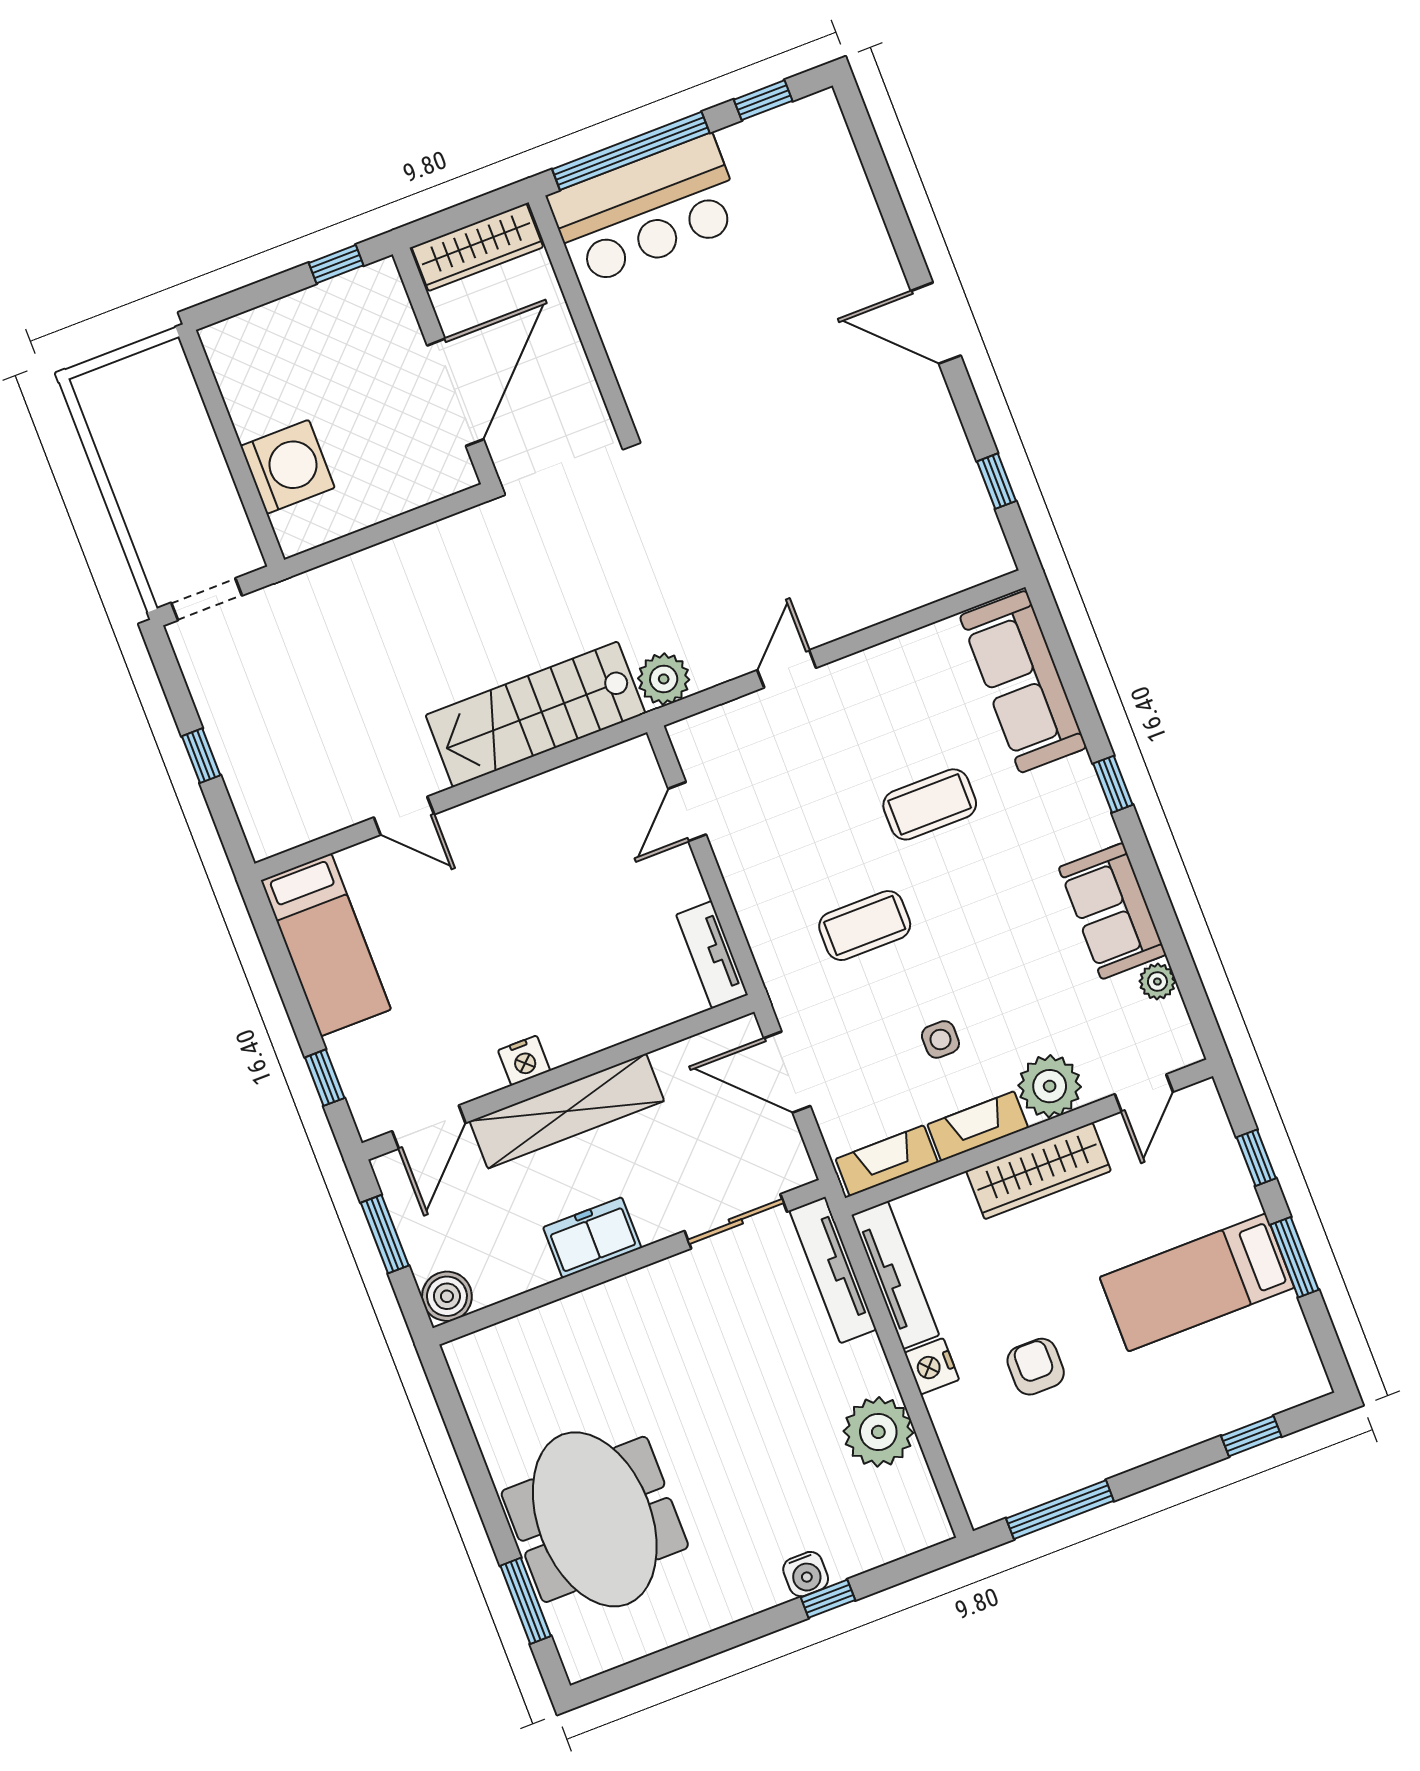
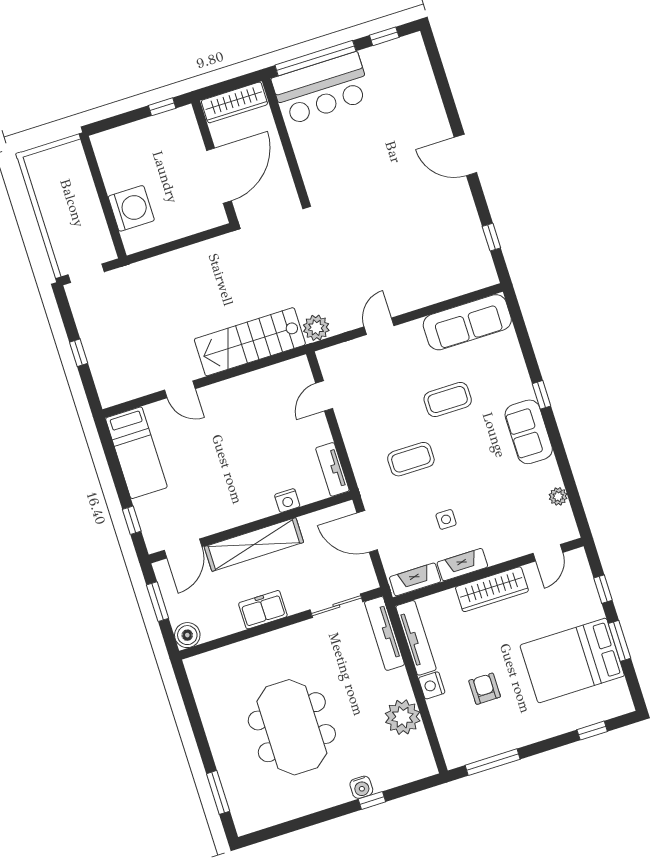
sofa: (1023, 682) -> (467, 322), moved, turned -90
sofa: (1112, 911) -> (529, 432), moved
nightstand: (524, 1060) -> (287, 501), moved
plant: (1050, 1086) -> (500, 546), removed
bed: (1197, 1282) -> (572, 660), width x1.50
meeting table: (595, 1519) -> (292, 727), moved

